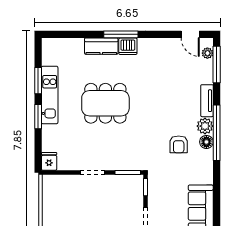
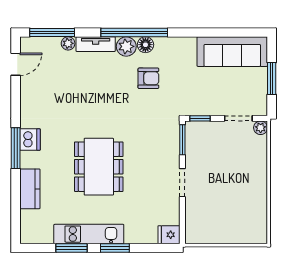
kitchen counter: (101, 46) -> (30, 189), moved
plant: (207, 53) -> (68, 43), moved

